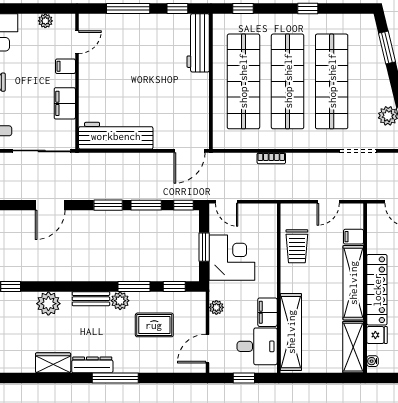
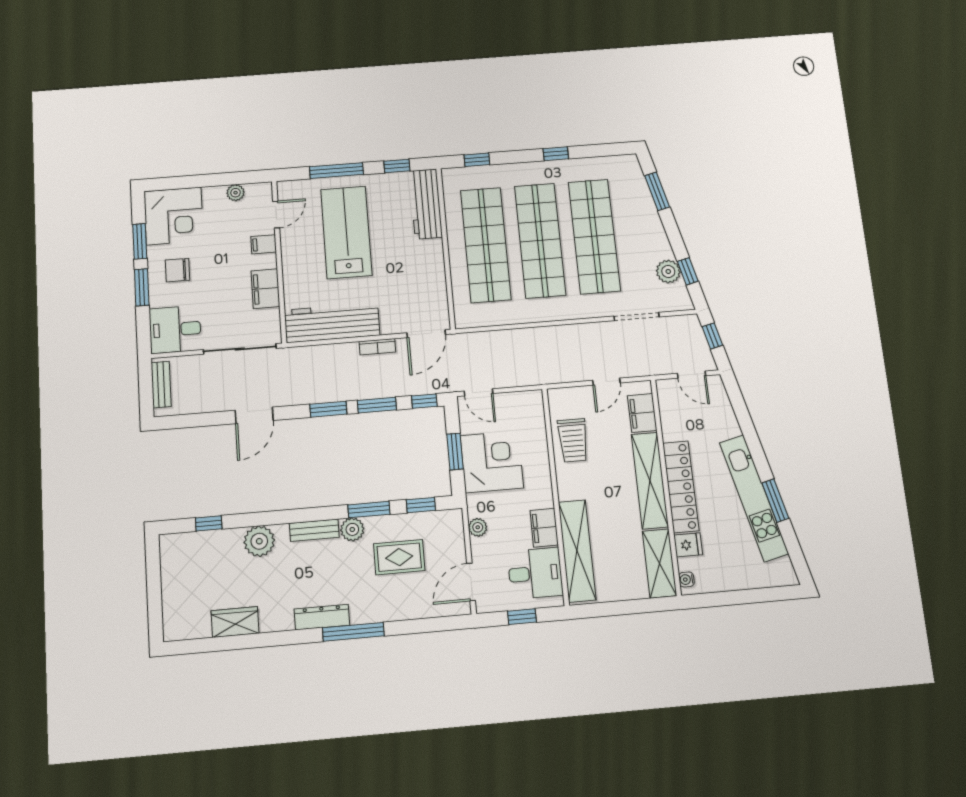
lab bench: (132, 62) -> (346, 232), added
bookcase: (271, 158) -> (377, 347), moved
filing cabinet: (354, 237) -> (642, 413), width x2.00
wardrobe: (53, 363) -> (235, 622), moved

